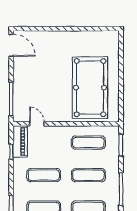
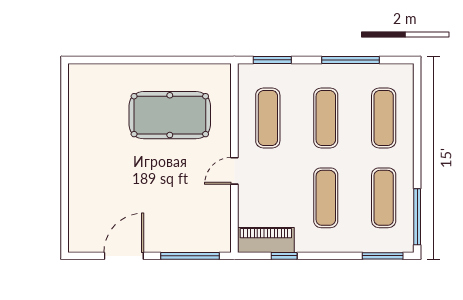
door: (11, 45) -> (124, 256), moved
pool table: (90, 88) -> (170, 115), width x0.73, depth x0.76
door: (37, 124) -> (234, 171), moved

